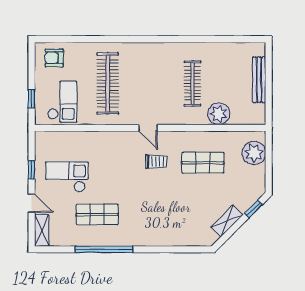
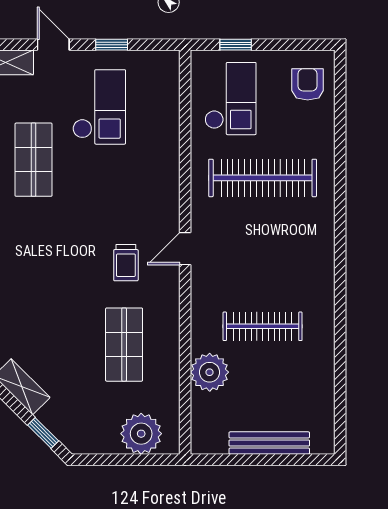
checkout: (62, 102) -> (231, 99), turned -90
door: (32, 203) -> (53, 45), swing flipped

